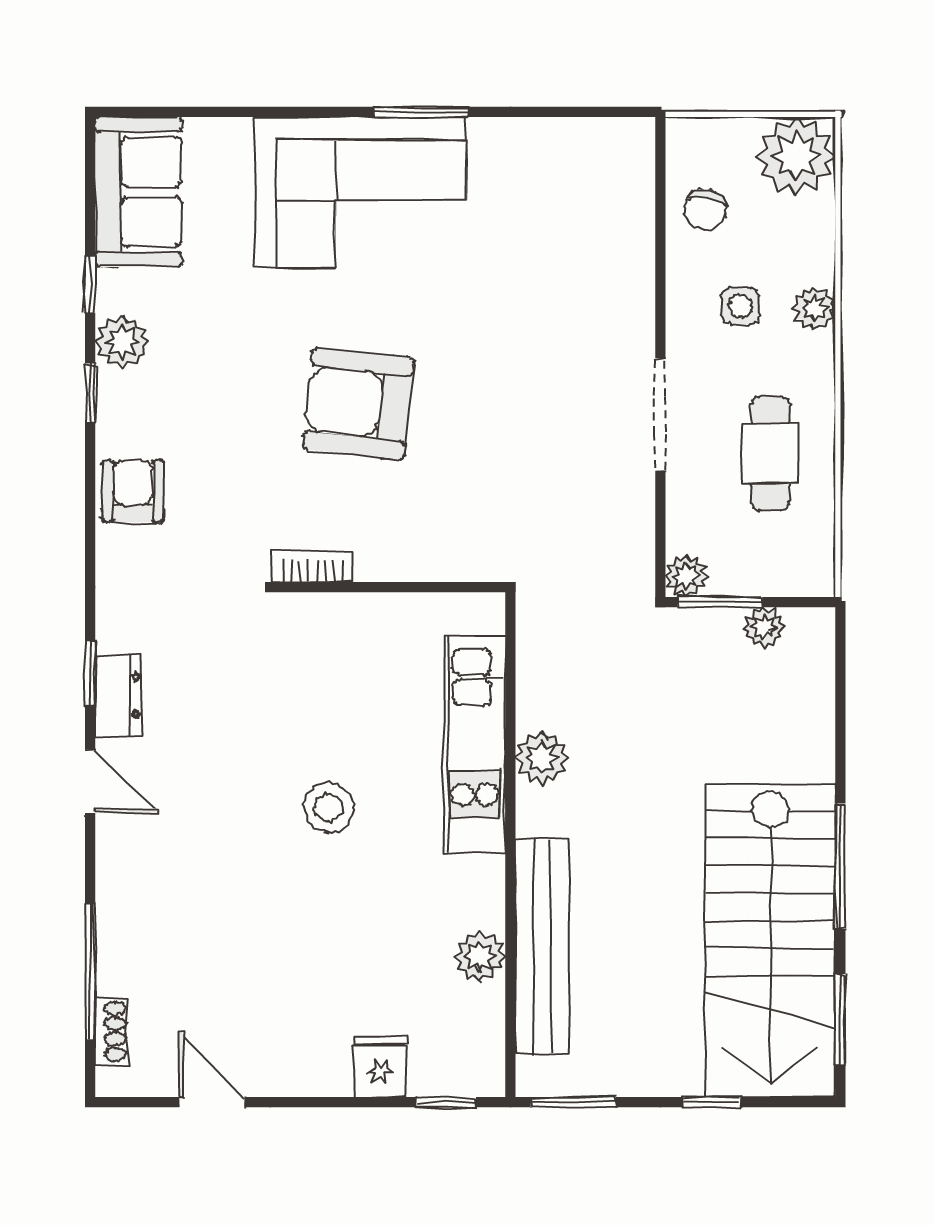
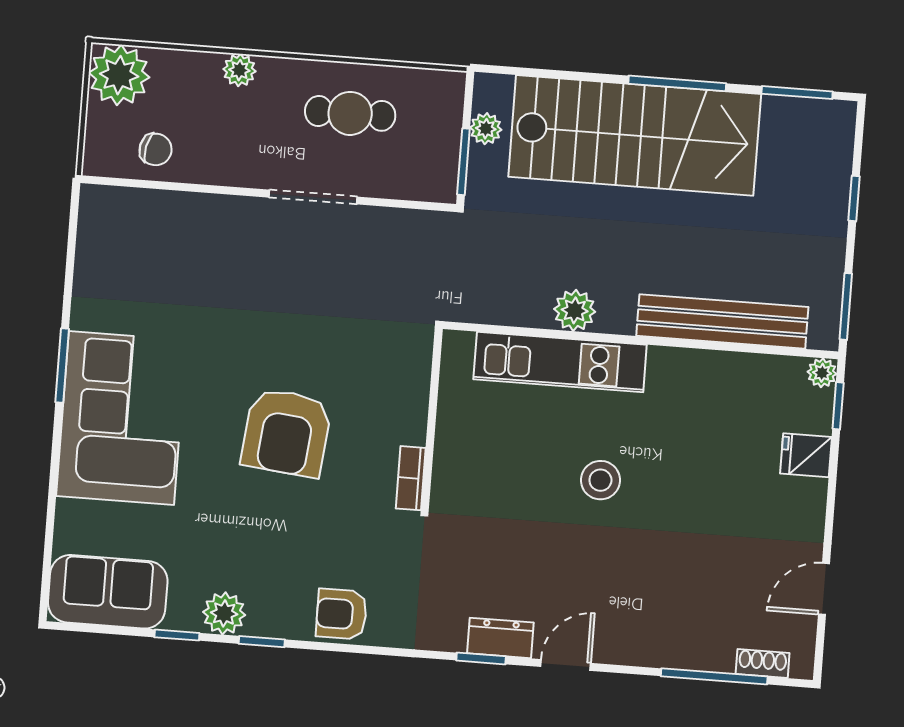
side table: (741, 306) -> (233, 128), removed
plant: (686, 576) -> (441, 187), removed
stairs: (770, 941) -> (635, 135), moved
plant: (480, 956) -> (822, 373), moved, width x0.73, depth x0.73

